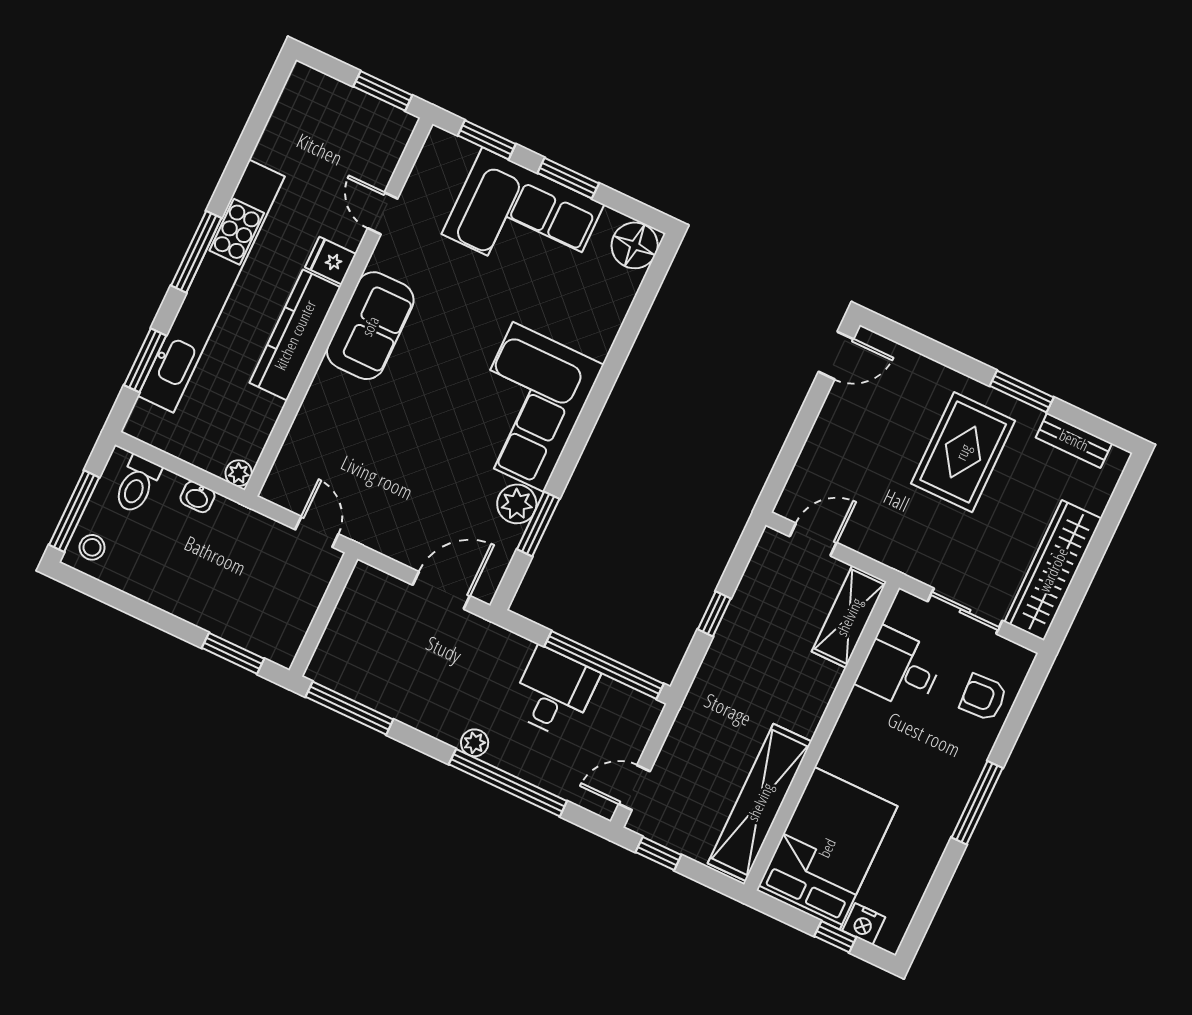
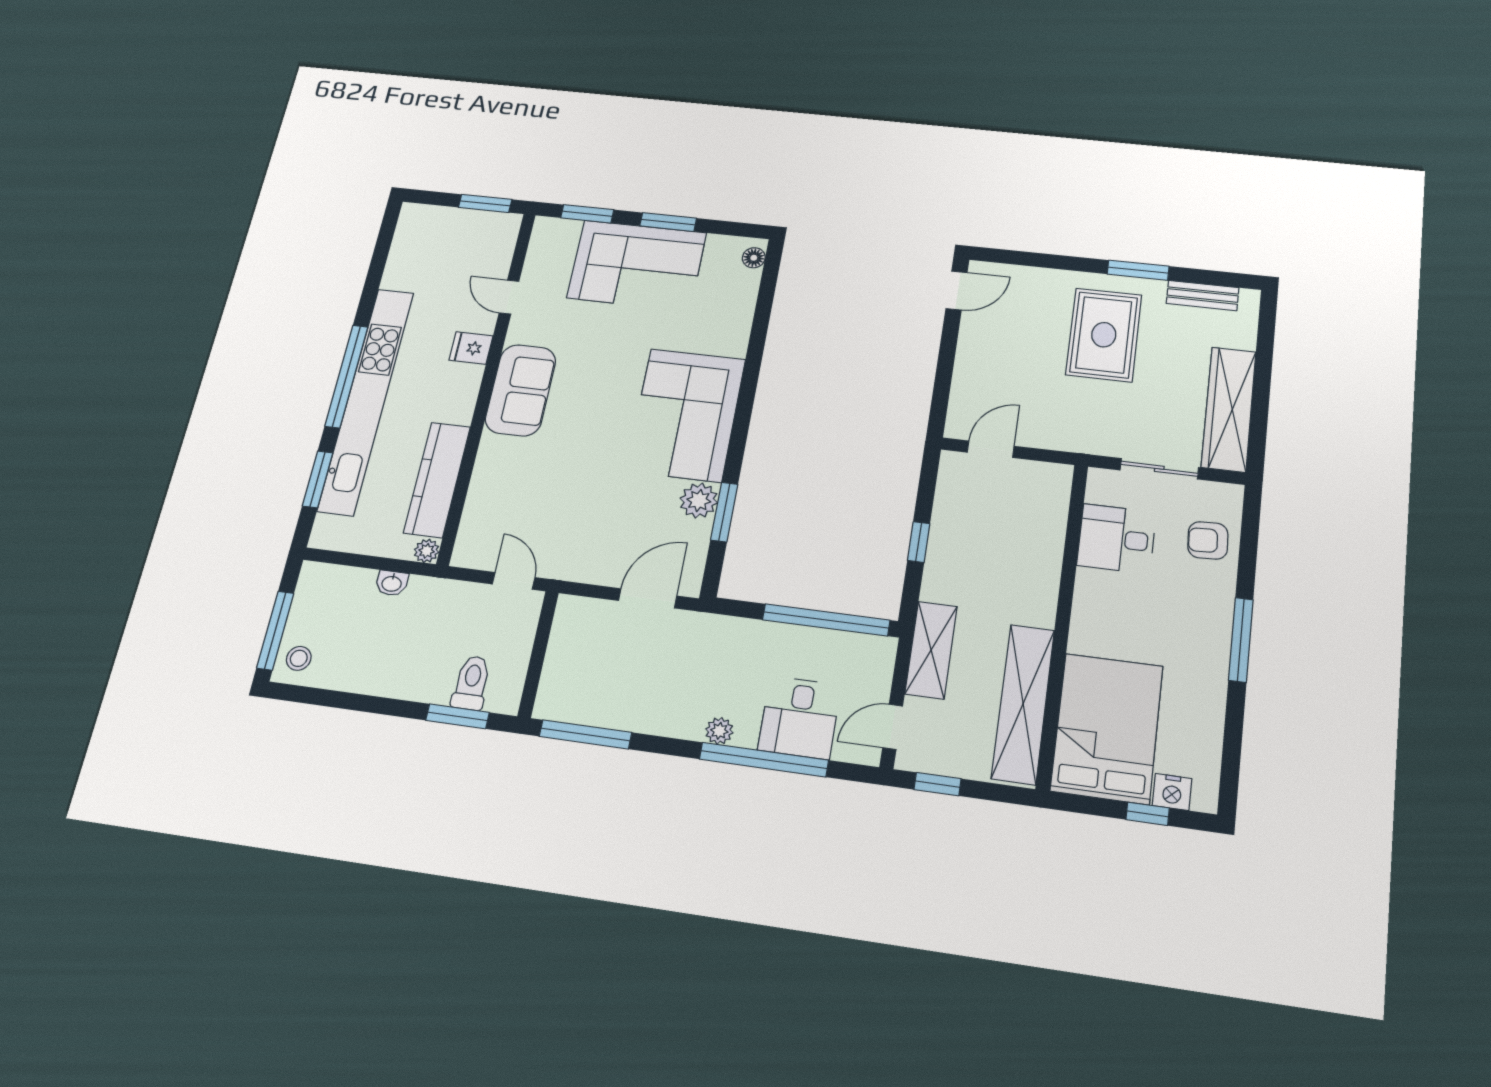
floor lamp: (635, 245) -> (754, 258), width x0.53, depth x0.53
window: (196, 252) -> (346, 376), width x1.46
kitchen counter: (295, 335) -> (437, 480), moved
toilet: (137, 484) -> (471, 683), moved, turned 180
shelving: (849, 617) -> (931, 650), moved
desk: (554, 692) -> (799, 717), moved, turned 180

